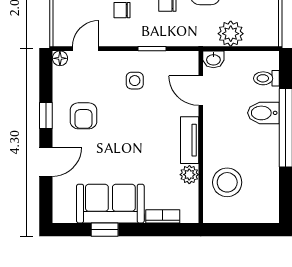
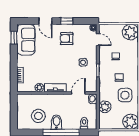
bidet: (263, 113) -> (56, 122), moved
stool: (227, 182) -> (38, 116), moved
sofa: (110, 204) -> (26, 40), moved
window: (105, 230) -> (14, 38), moved

